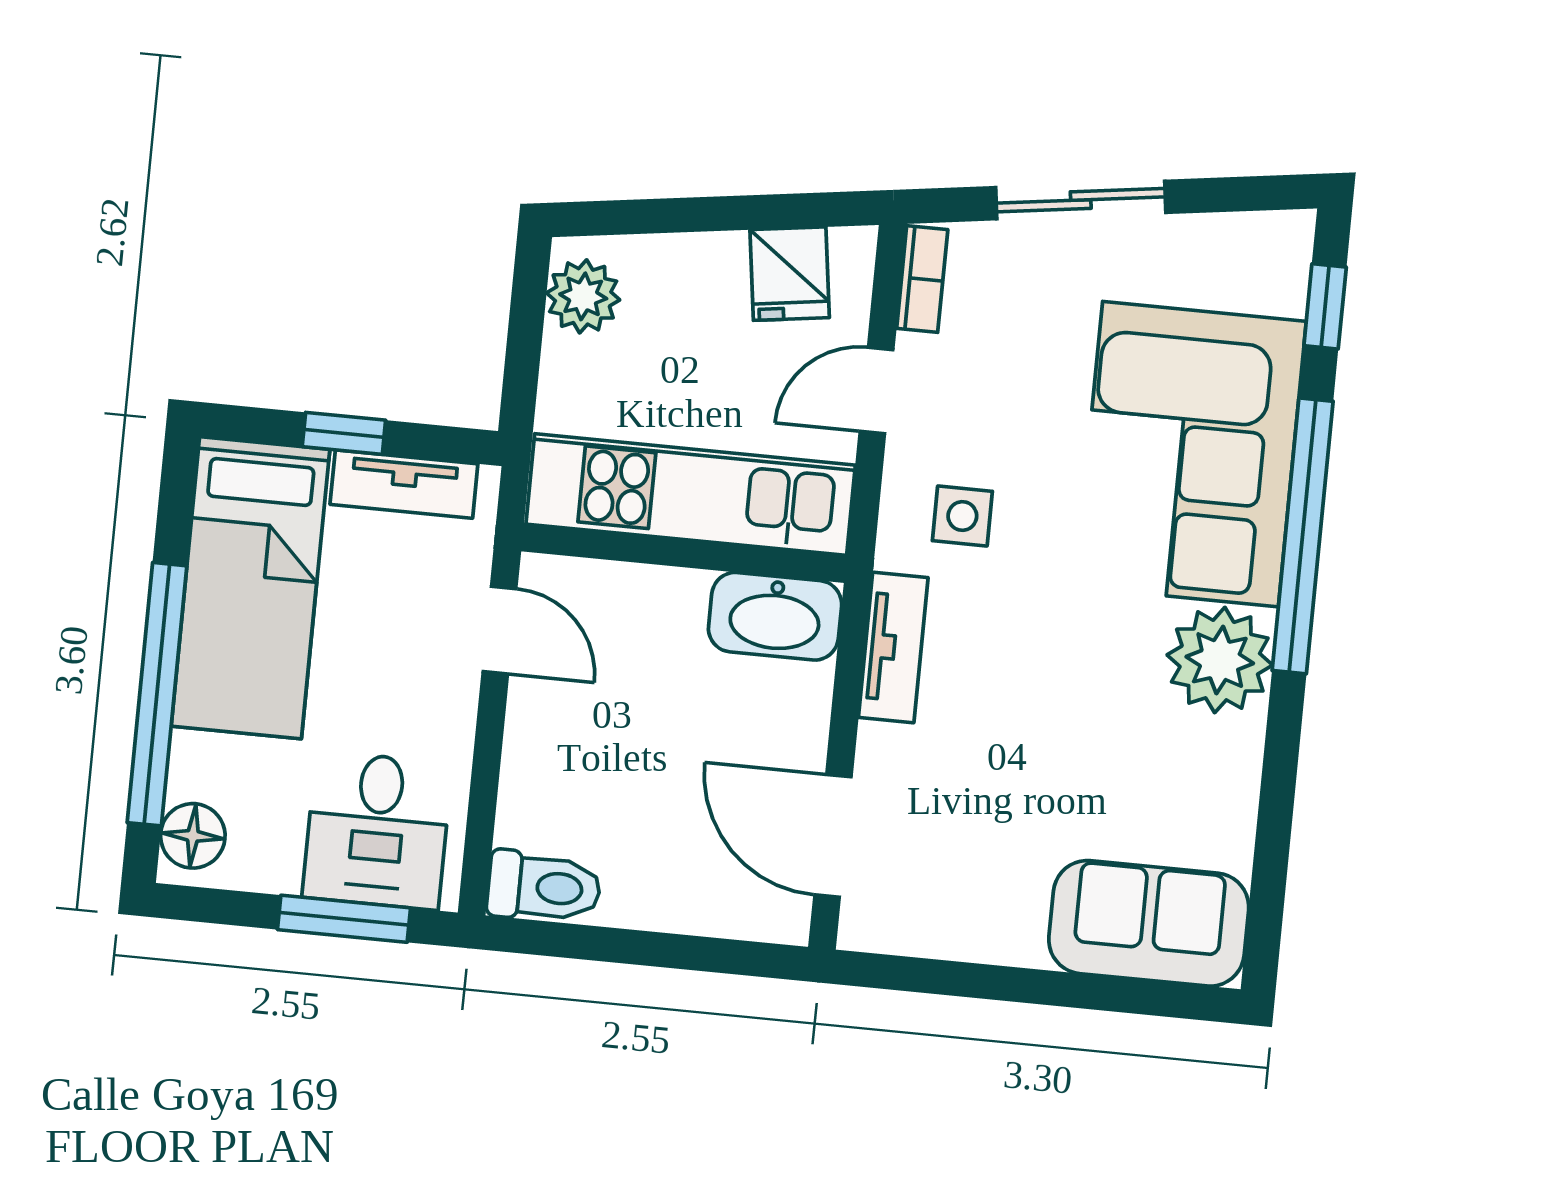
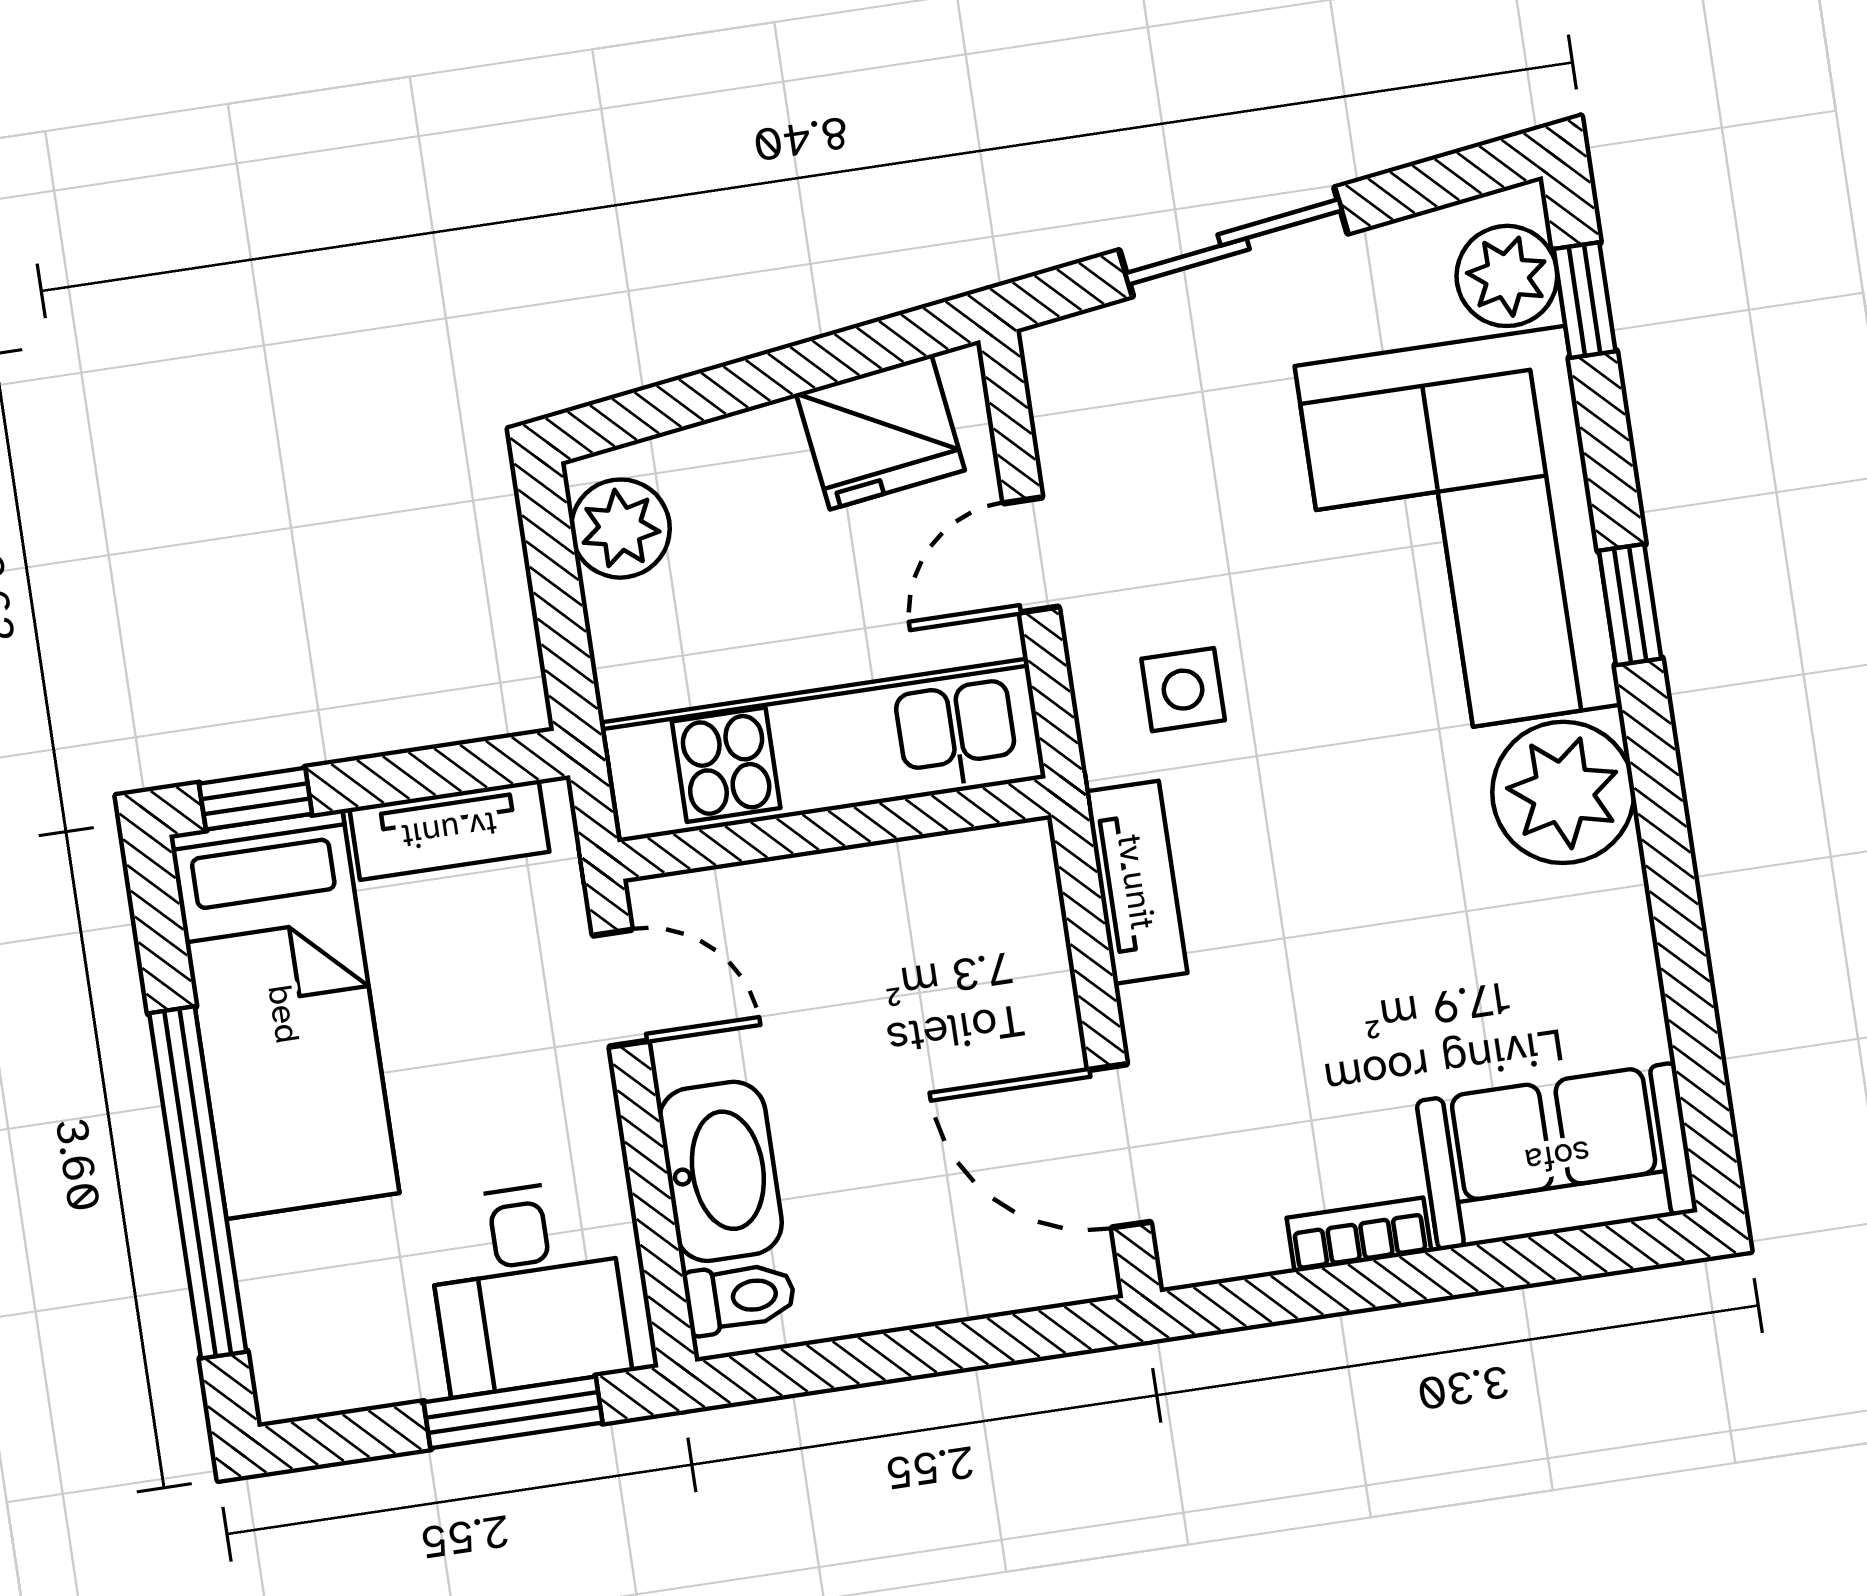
fridge: (790, 274) -> (880, 432), width x1.38
plant: (1273, 275) -> (1507, 276), added
bookcase: (922, 279) -> (1359, 1235), moved, turned -90
window: (344, 433) -> (256, 799), moved
window: (1303, 536) -> (1630, 605), width x0.32
washbasin: (775, 616) -> (721, 1171), moved, turned -90
floor lamp: (193, 836) -> (290, 1354), removed
toilet: (544, 887) -> (740, 1297), width x0.73, depth x0.72

